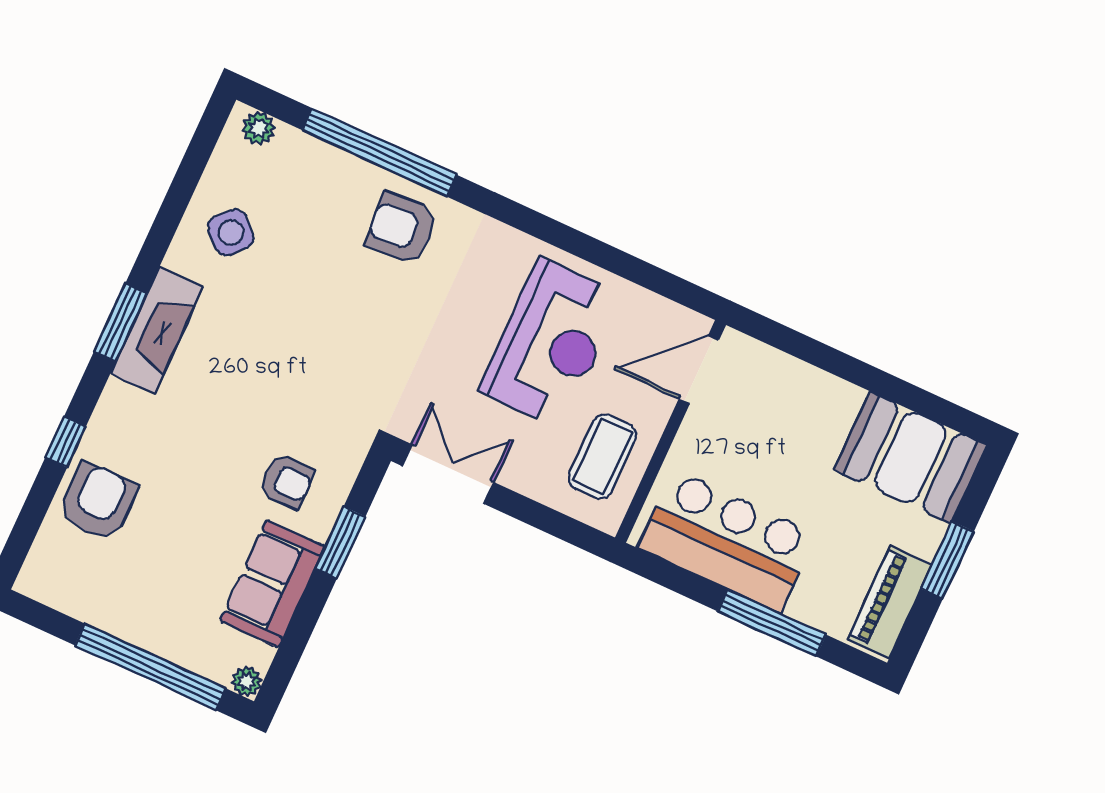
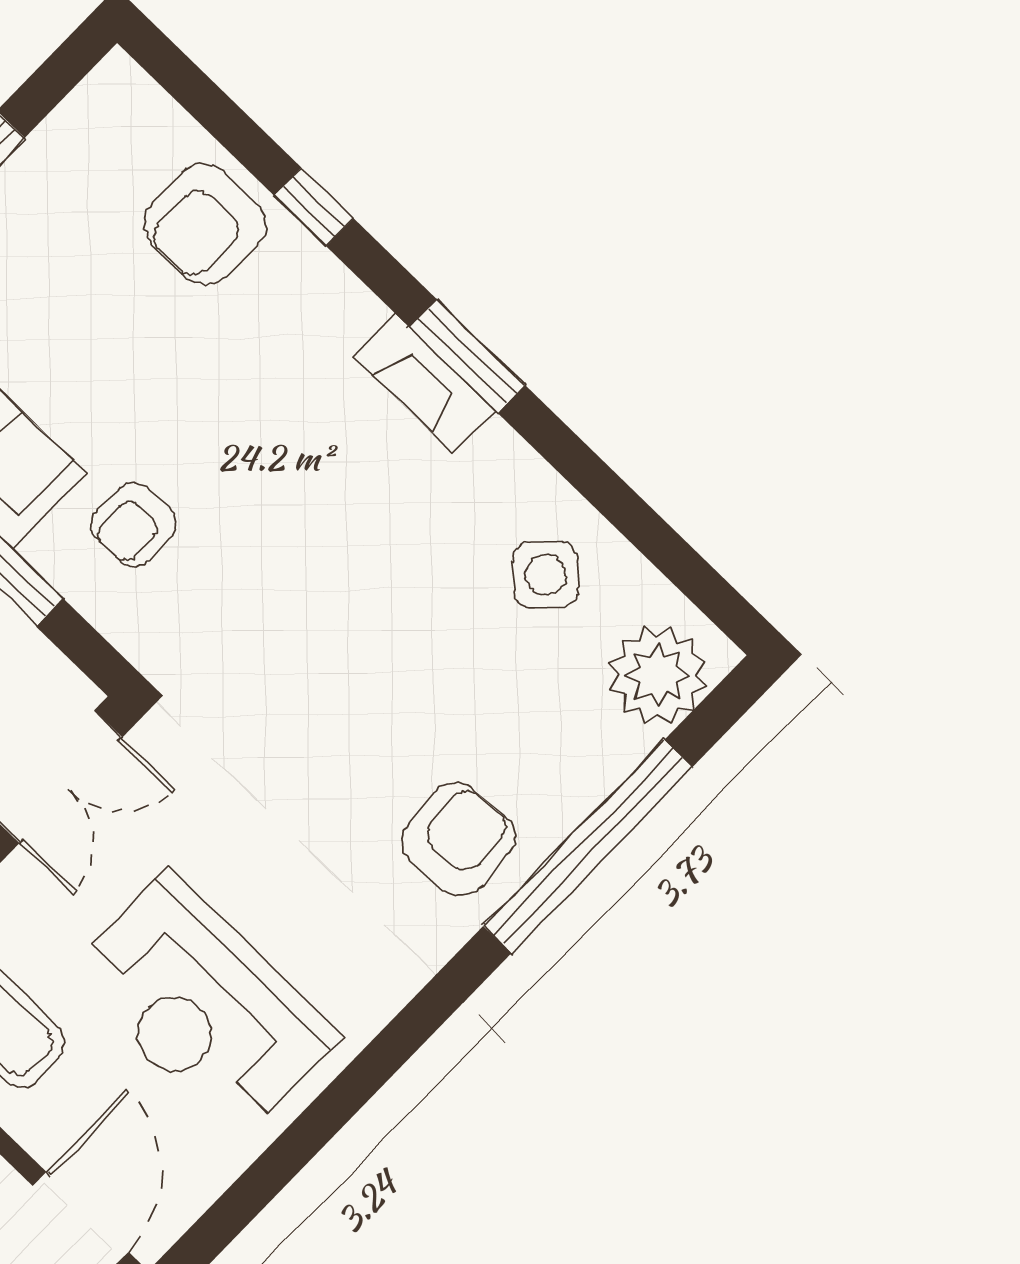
plant: (259, 128) -> (658, 675), width x1.87, depth x1.87
fireplace: (157, 330) -> (424, 383), width x0.73, depth x0.76
armchair: (98, 502) -> (205, 224), turned 91

